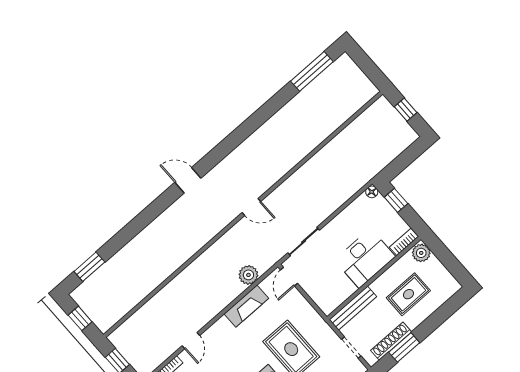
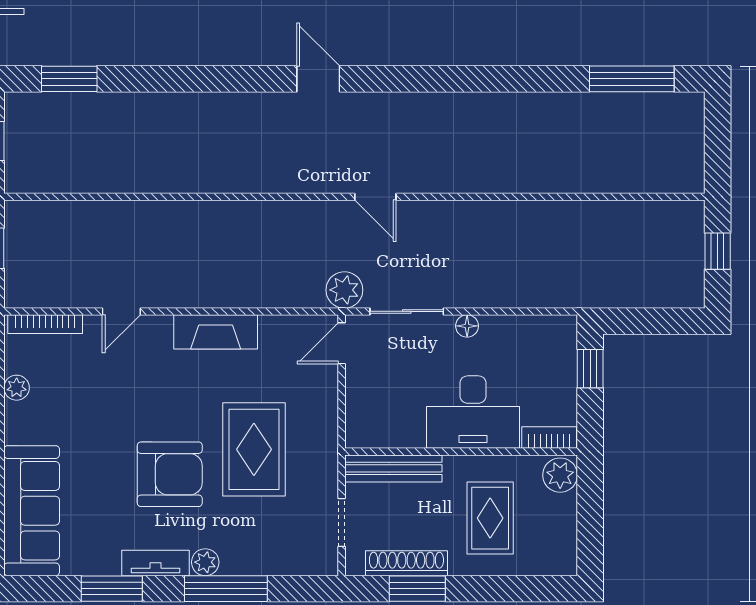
floor lamp: (372, 192) -> (467, 326), moved
plant: (248, 275) -> (344, 290), moved
rug: (408, 294) -> (490, 518), turned 90
fireplace: (246, 306) -> (216, 332), moved

